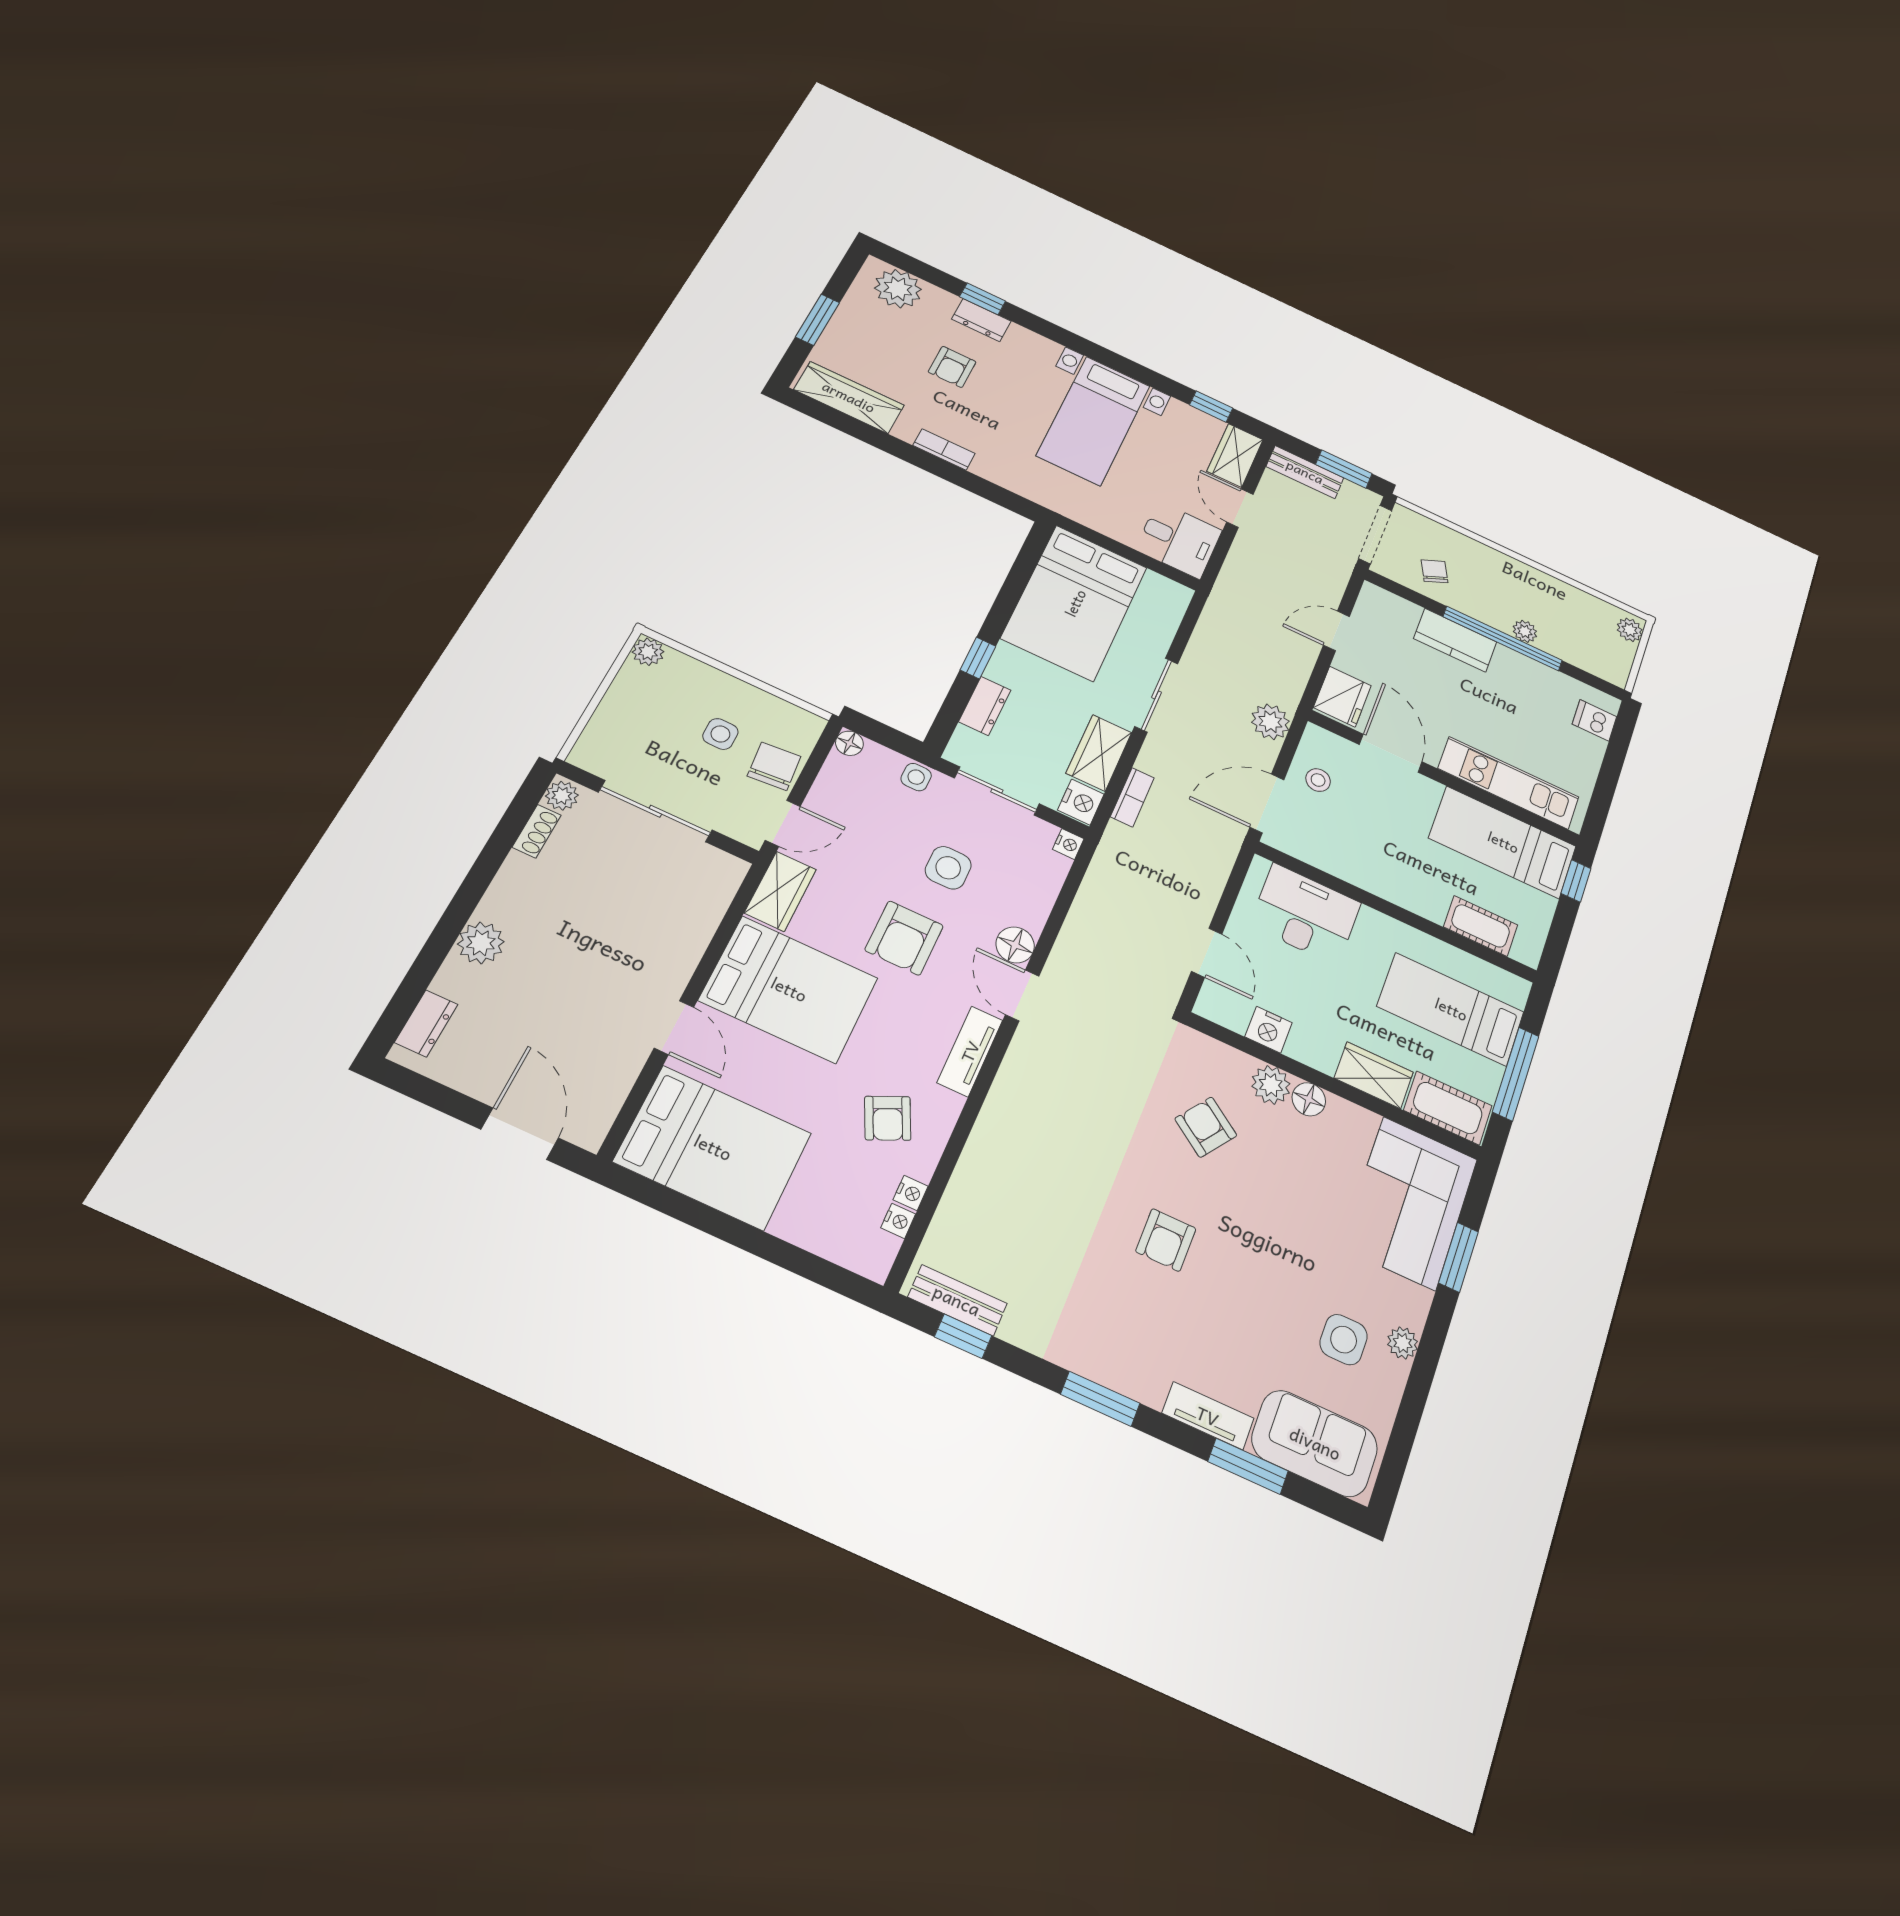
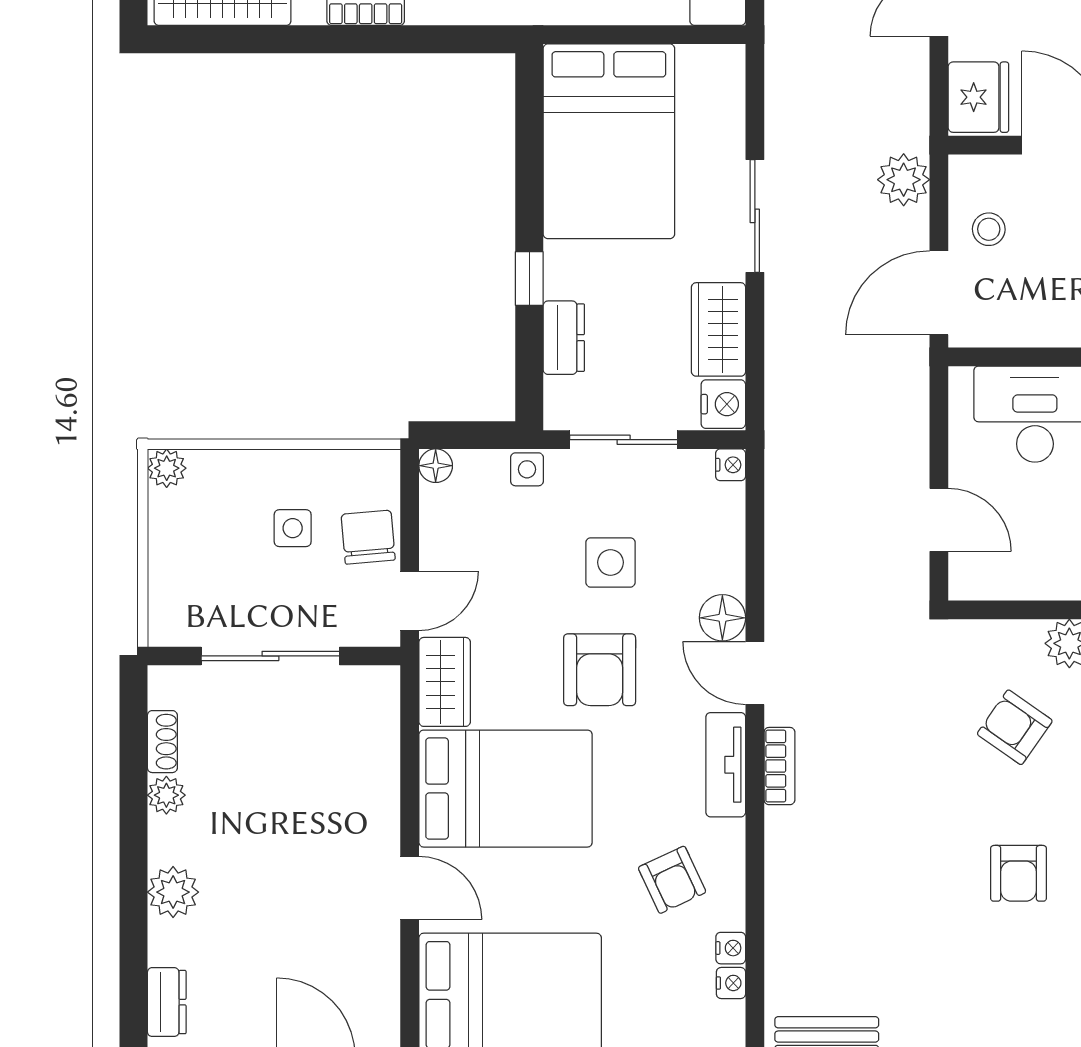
plant: (562, 796) -> (166, 795), moved
bookcase: (1132, 797) -> (779, 766), moved
nightstand: (1269, 1030) -> (1043, 579), removed

